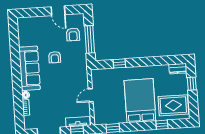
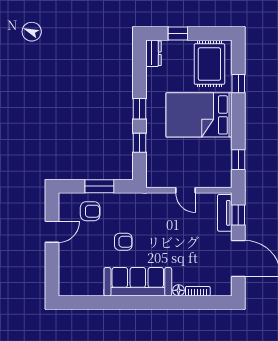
window: (90, 39) -> (99, 186), width x0.69
window: (141, 62) -> (140, 109), added

